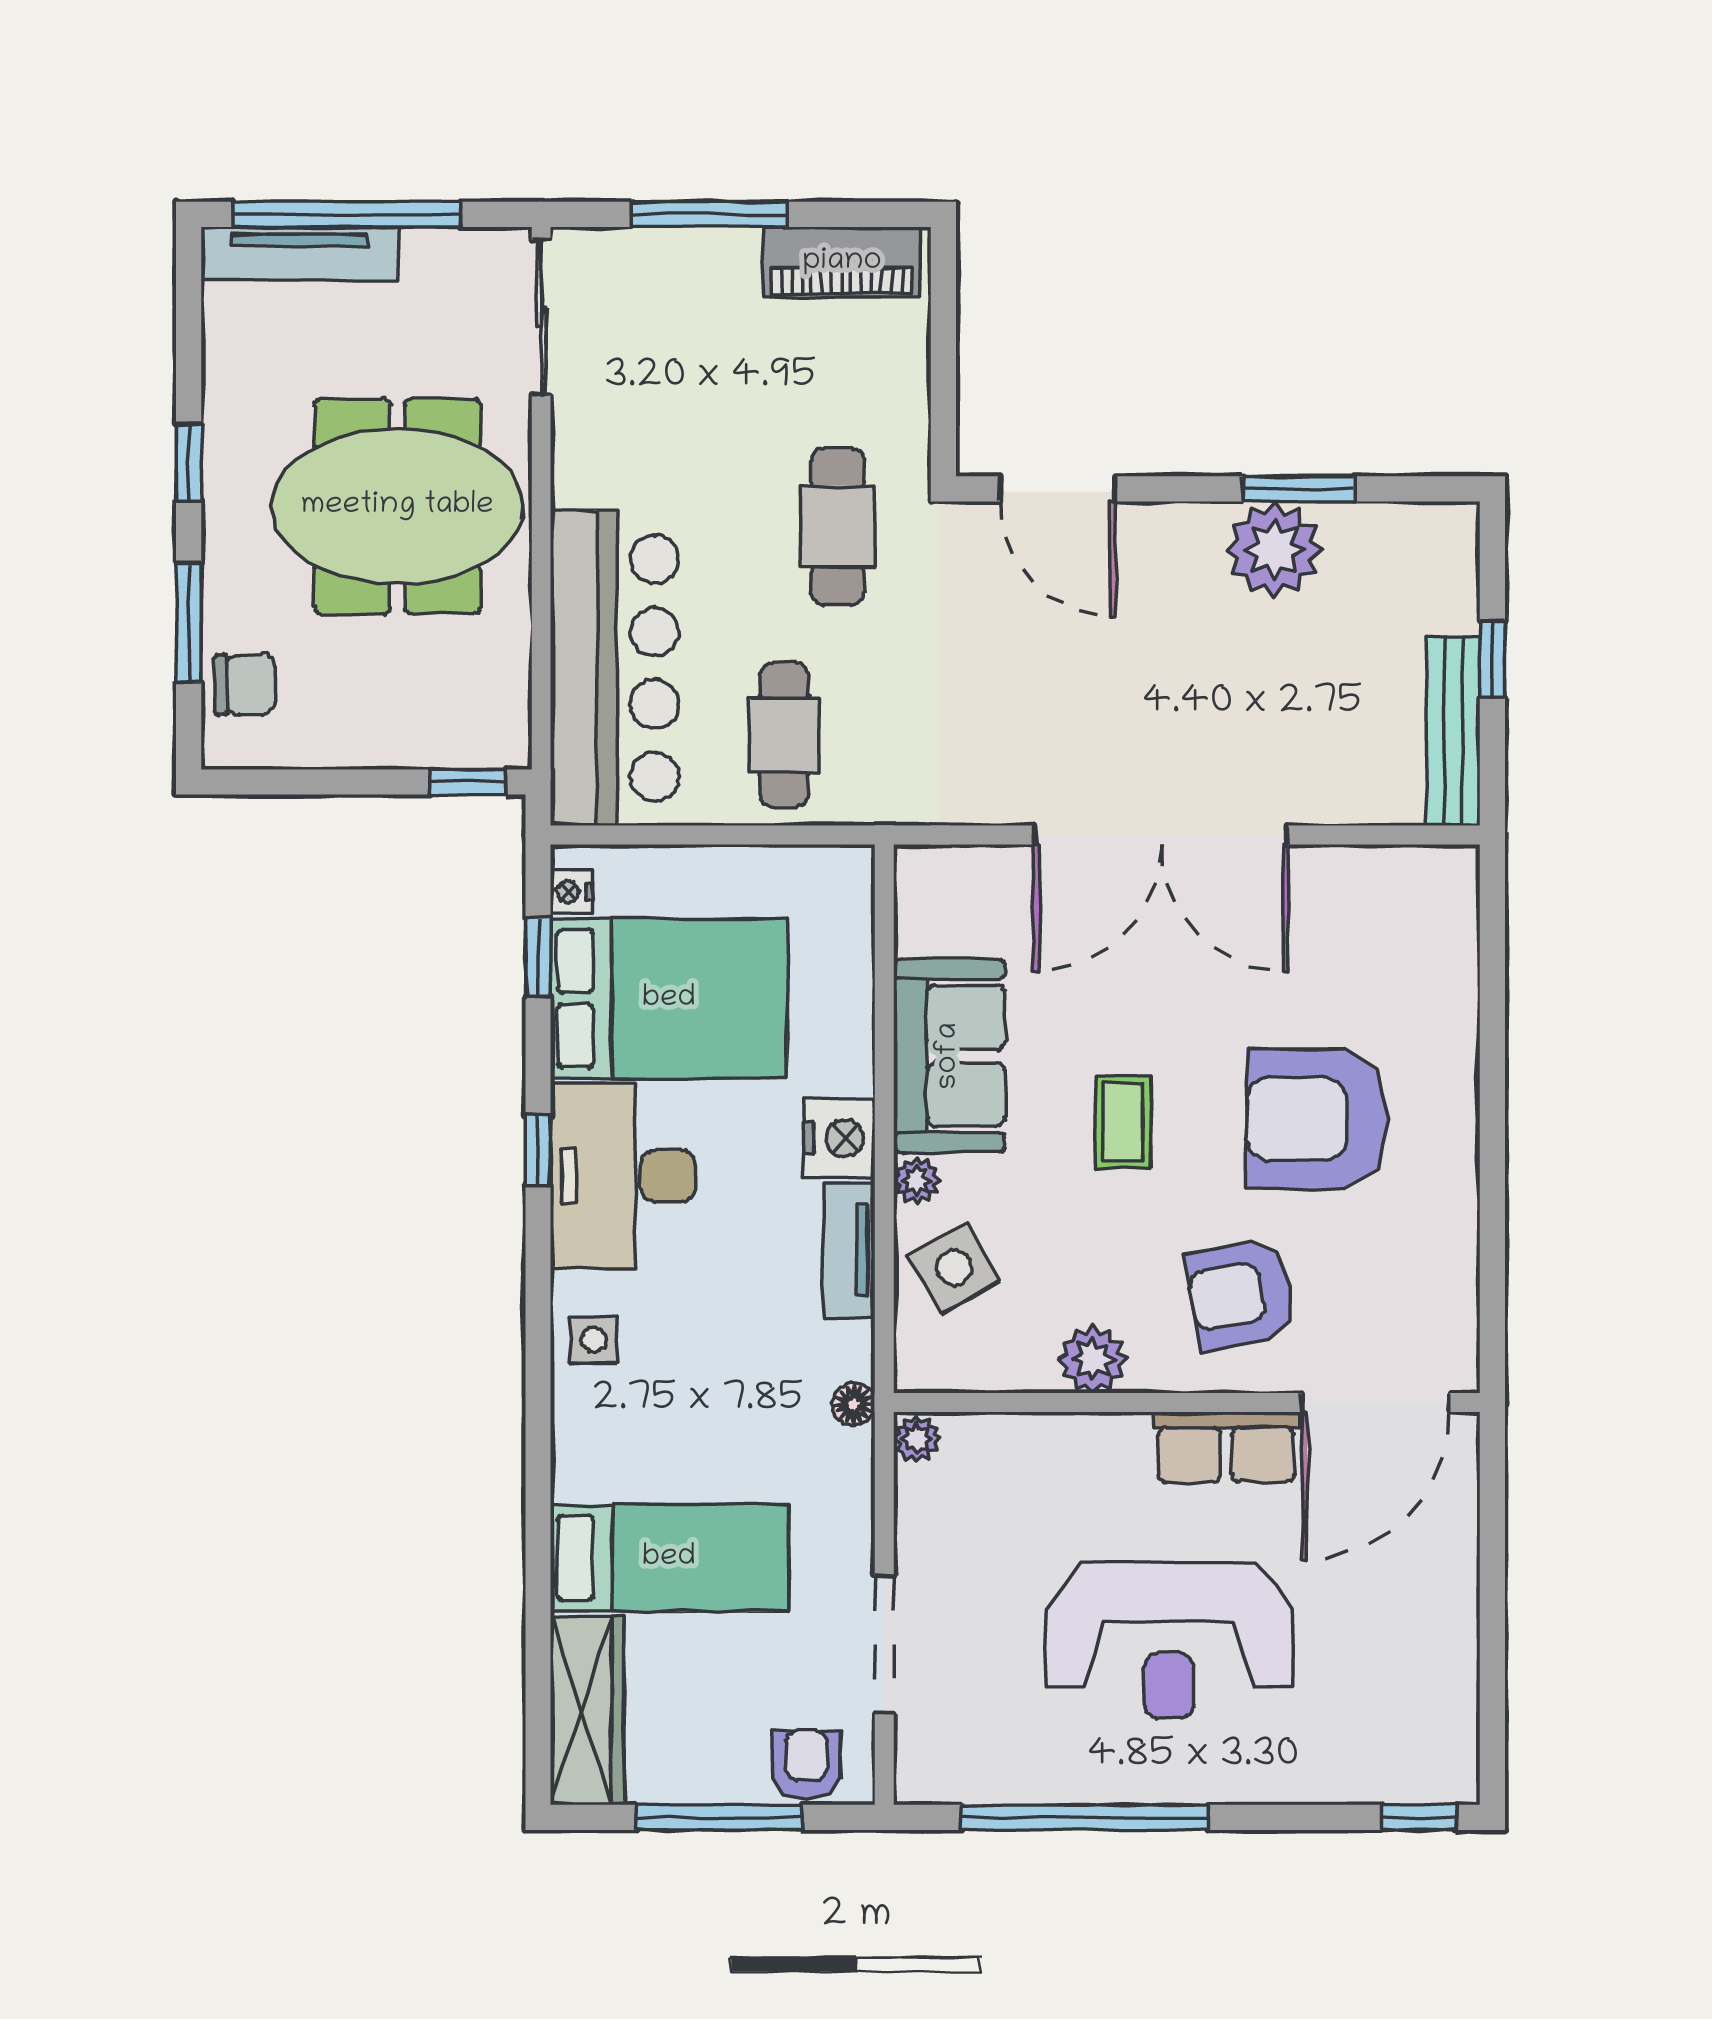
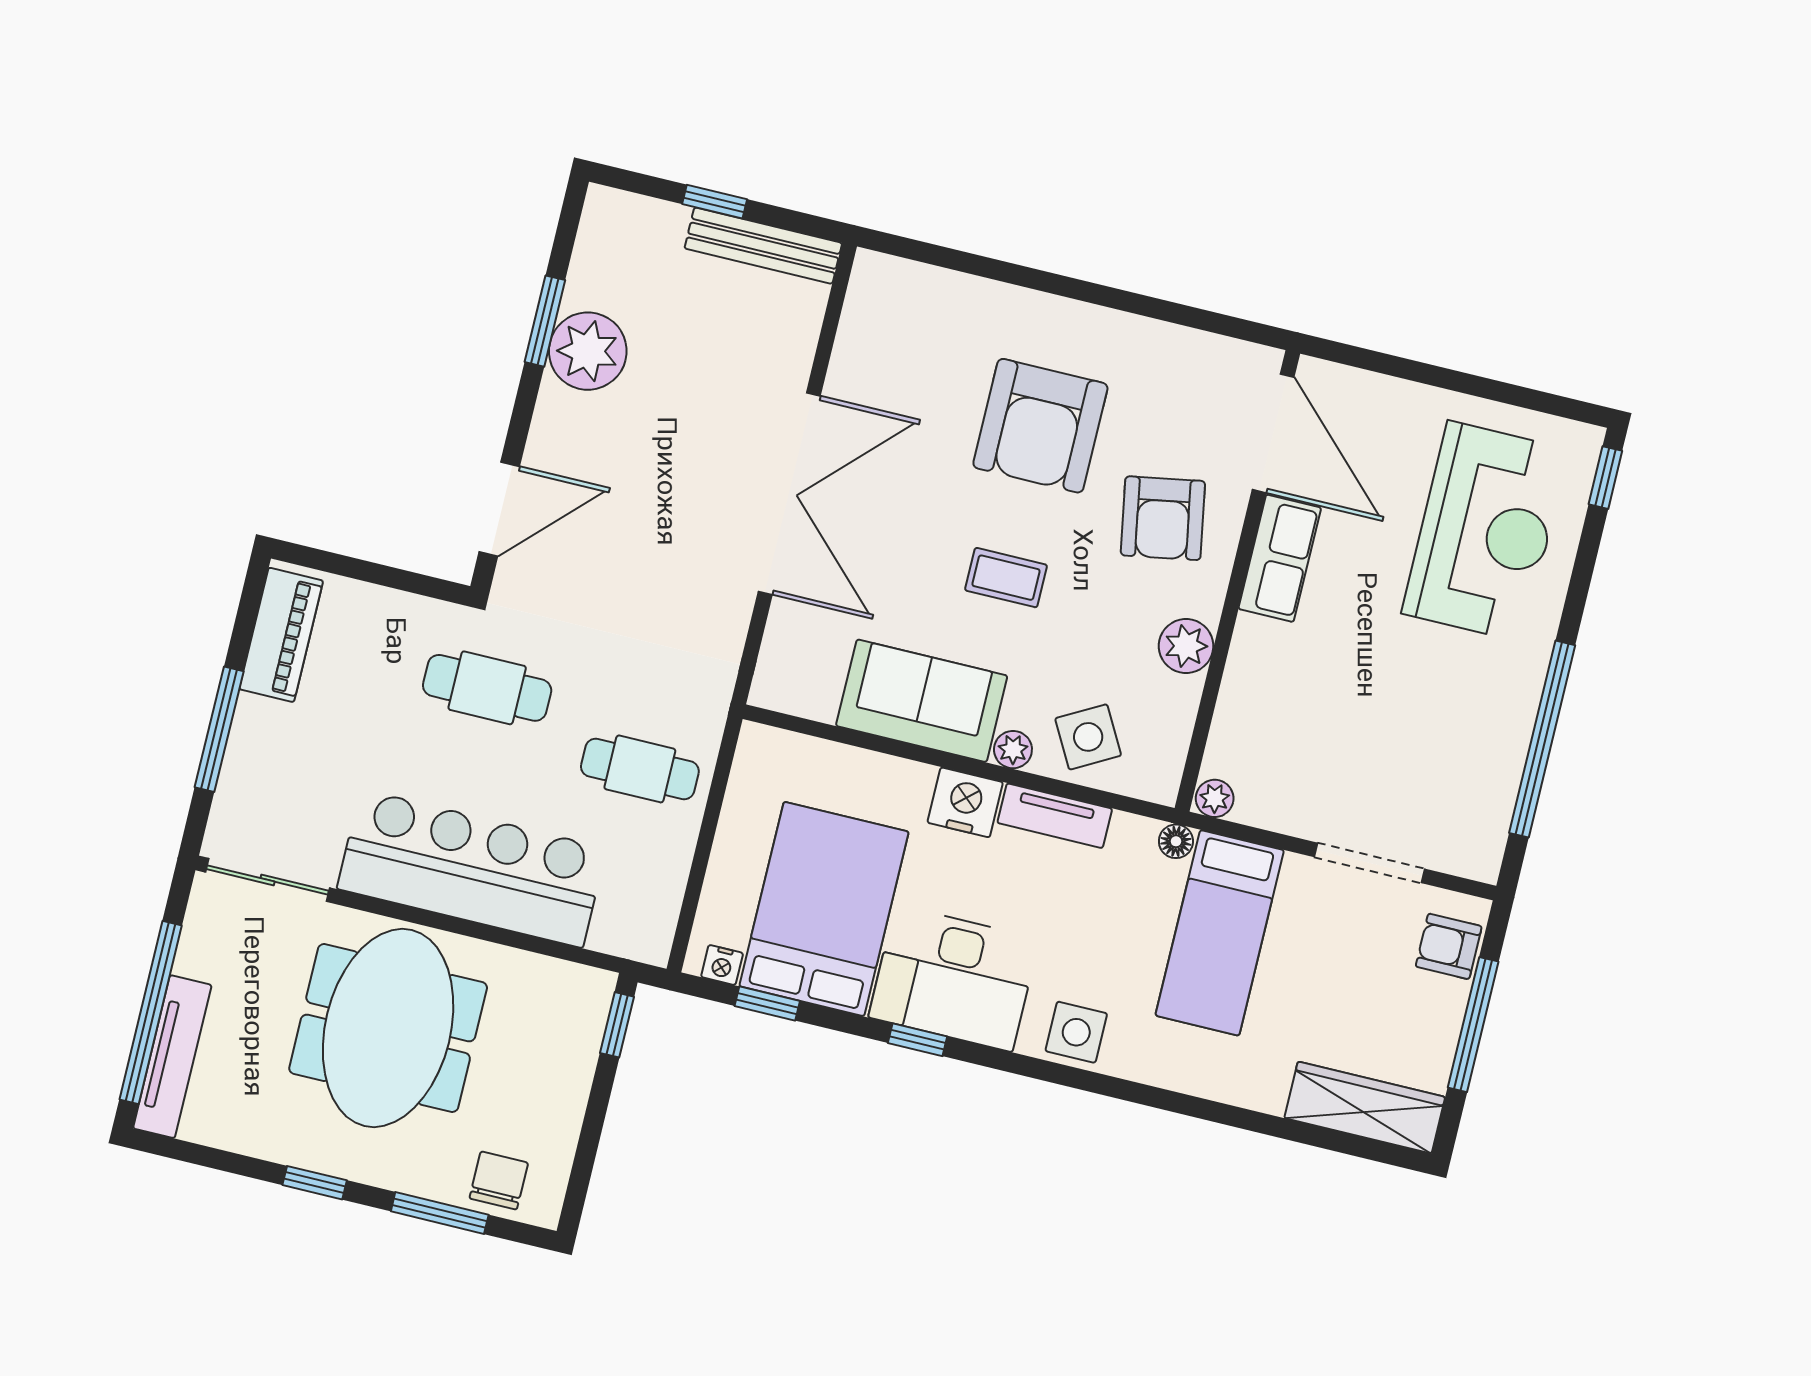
bar counter: (615, 668) -> (472, 869), moved
side table: (594, 1340) -> (1076, 1032), width x1.37, depth x1.37
bed: (669, 1558) -> (1220, 933), moved, turned 180
reception desk: (1169, 1641) -> (1485, 531), moved

